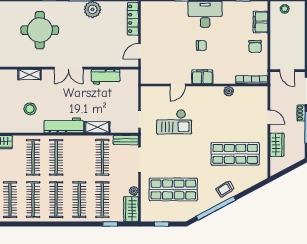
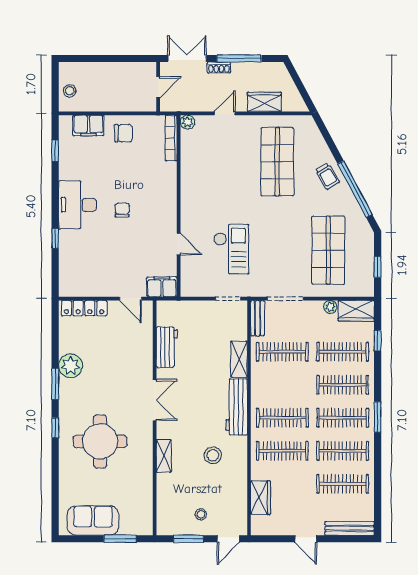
filing cabinet: (202, 77) -> (162, 287), moved, turned 90
plant: (229, 91) -> (187, 122), moved
window: (57, 224) -> (378, 417), added

